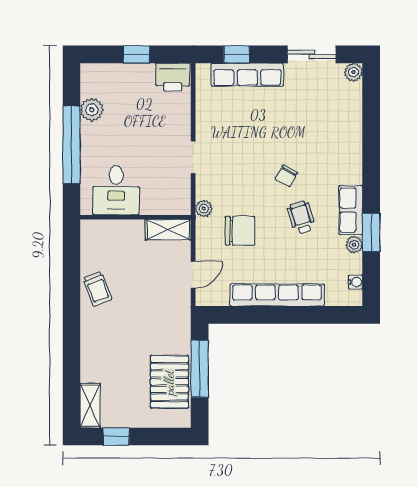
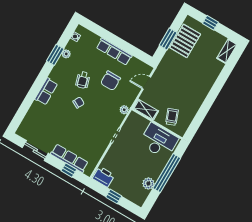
plant: (353, 72) -> (21, 131), removed
desk: (116, 190) -> (159, 141), width x1.37
row of seats: (351, 210) -> (46, 91), moved
chair: (240, 231) -> (110, 81), moved, turned -90
trolley: (97, 289) -> (172, 117), moved
row of seats: (277, 295) -> (114, 52), width x0.73
window: (200, 369) -> (168, 39), width x0.69
window: (116, 437) -> (210, 23), moved

